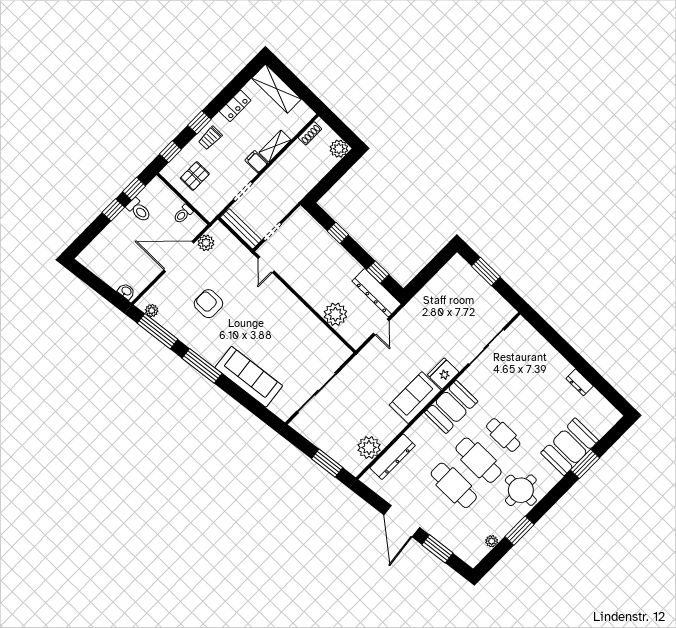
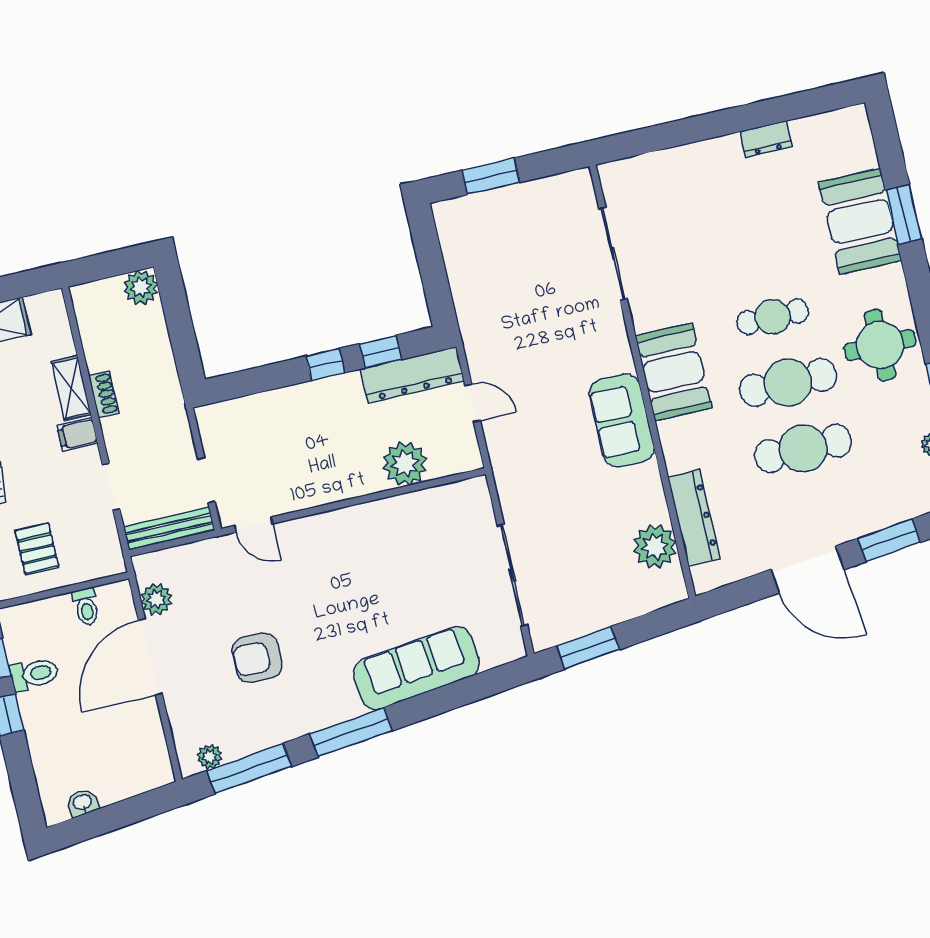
shoe rack: (310, 133) -> (104, 394), moved
window: (338, 233) -> (325, 364), moved
washbasin: (126, 291) -> (83, 803), moved
fridge: (443, 374) -> (612, 350), removed
window: (327, 463) -> (588, 648), moved

